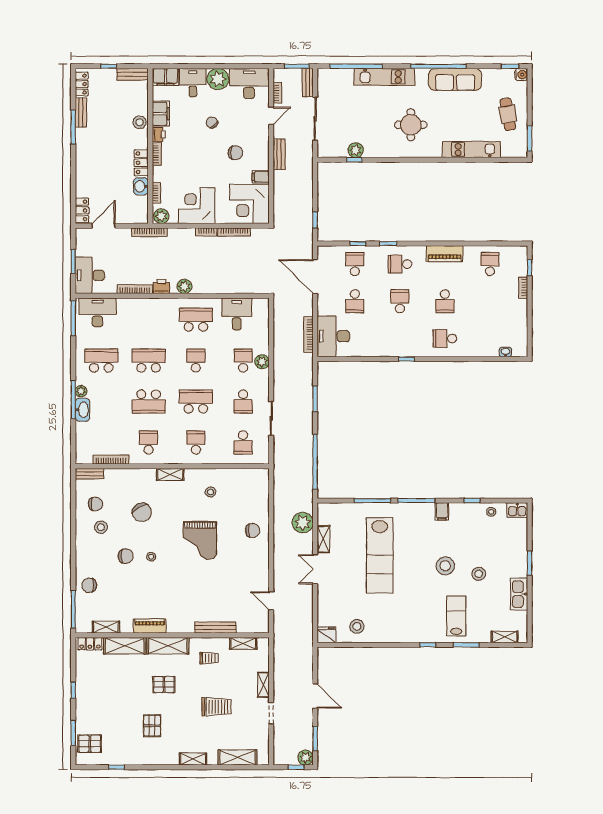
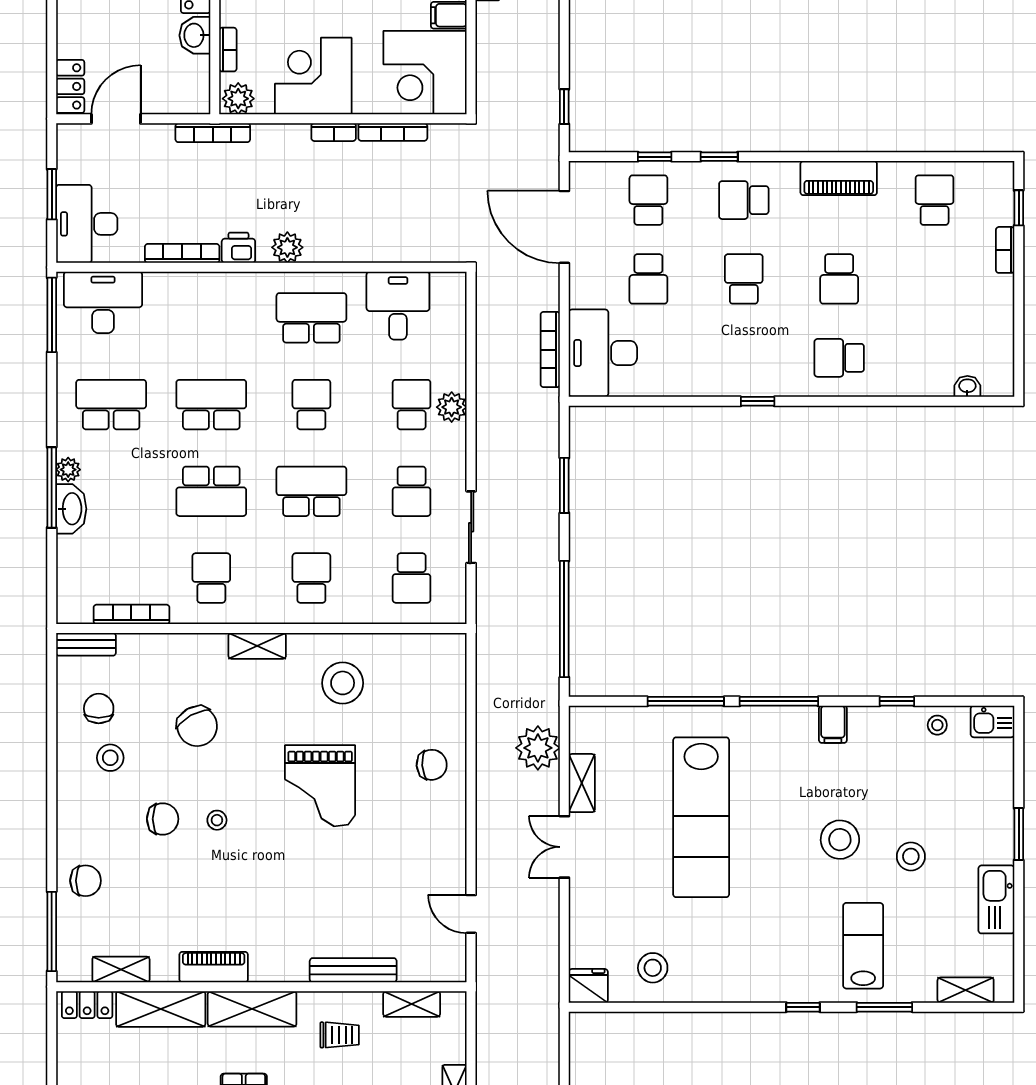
stool: (211, 492) -> (343, 683), width x1.89, depth x1.89
chair: (95, 504) -> (99, 709), turned -90
chair: (89, 585) -> (86, 881), turned 180

